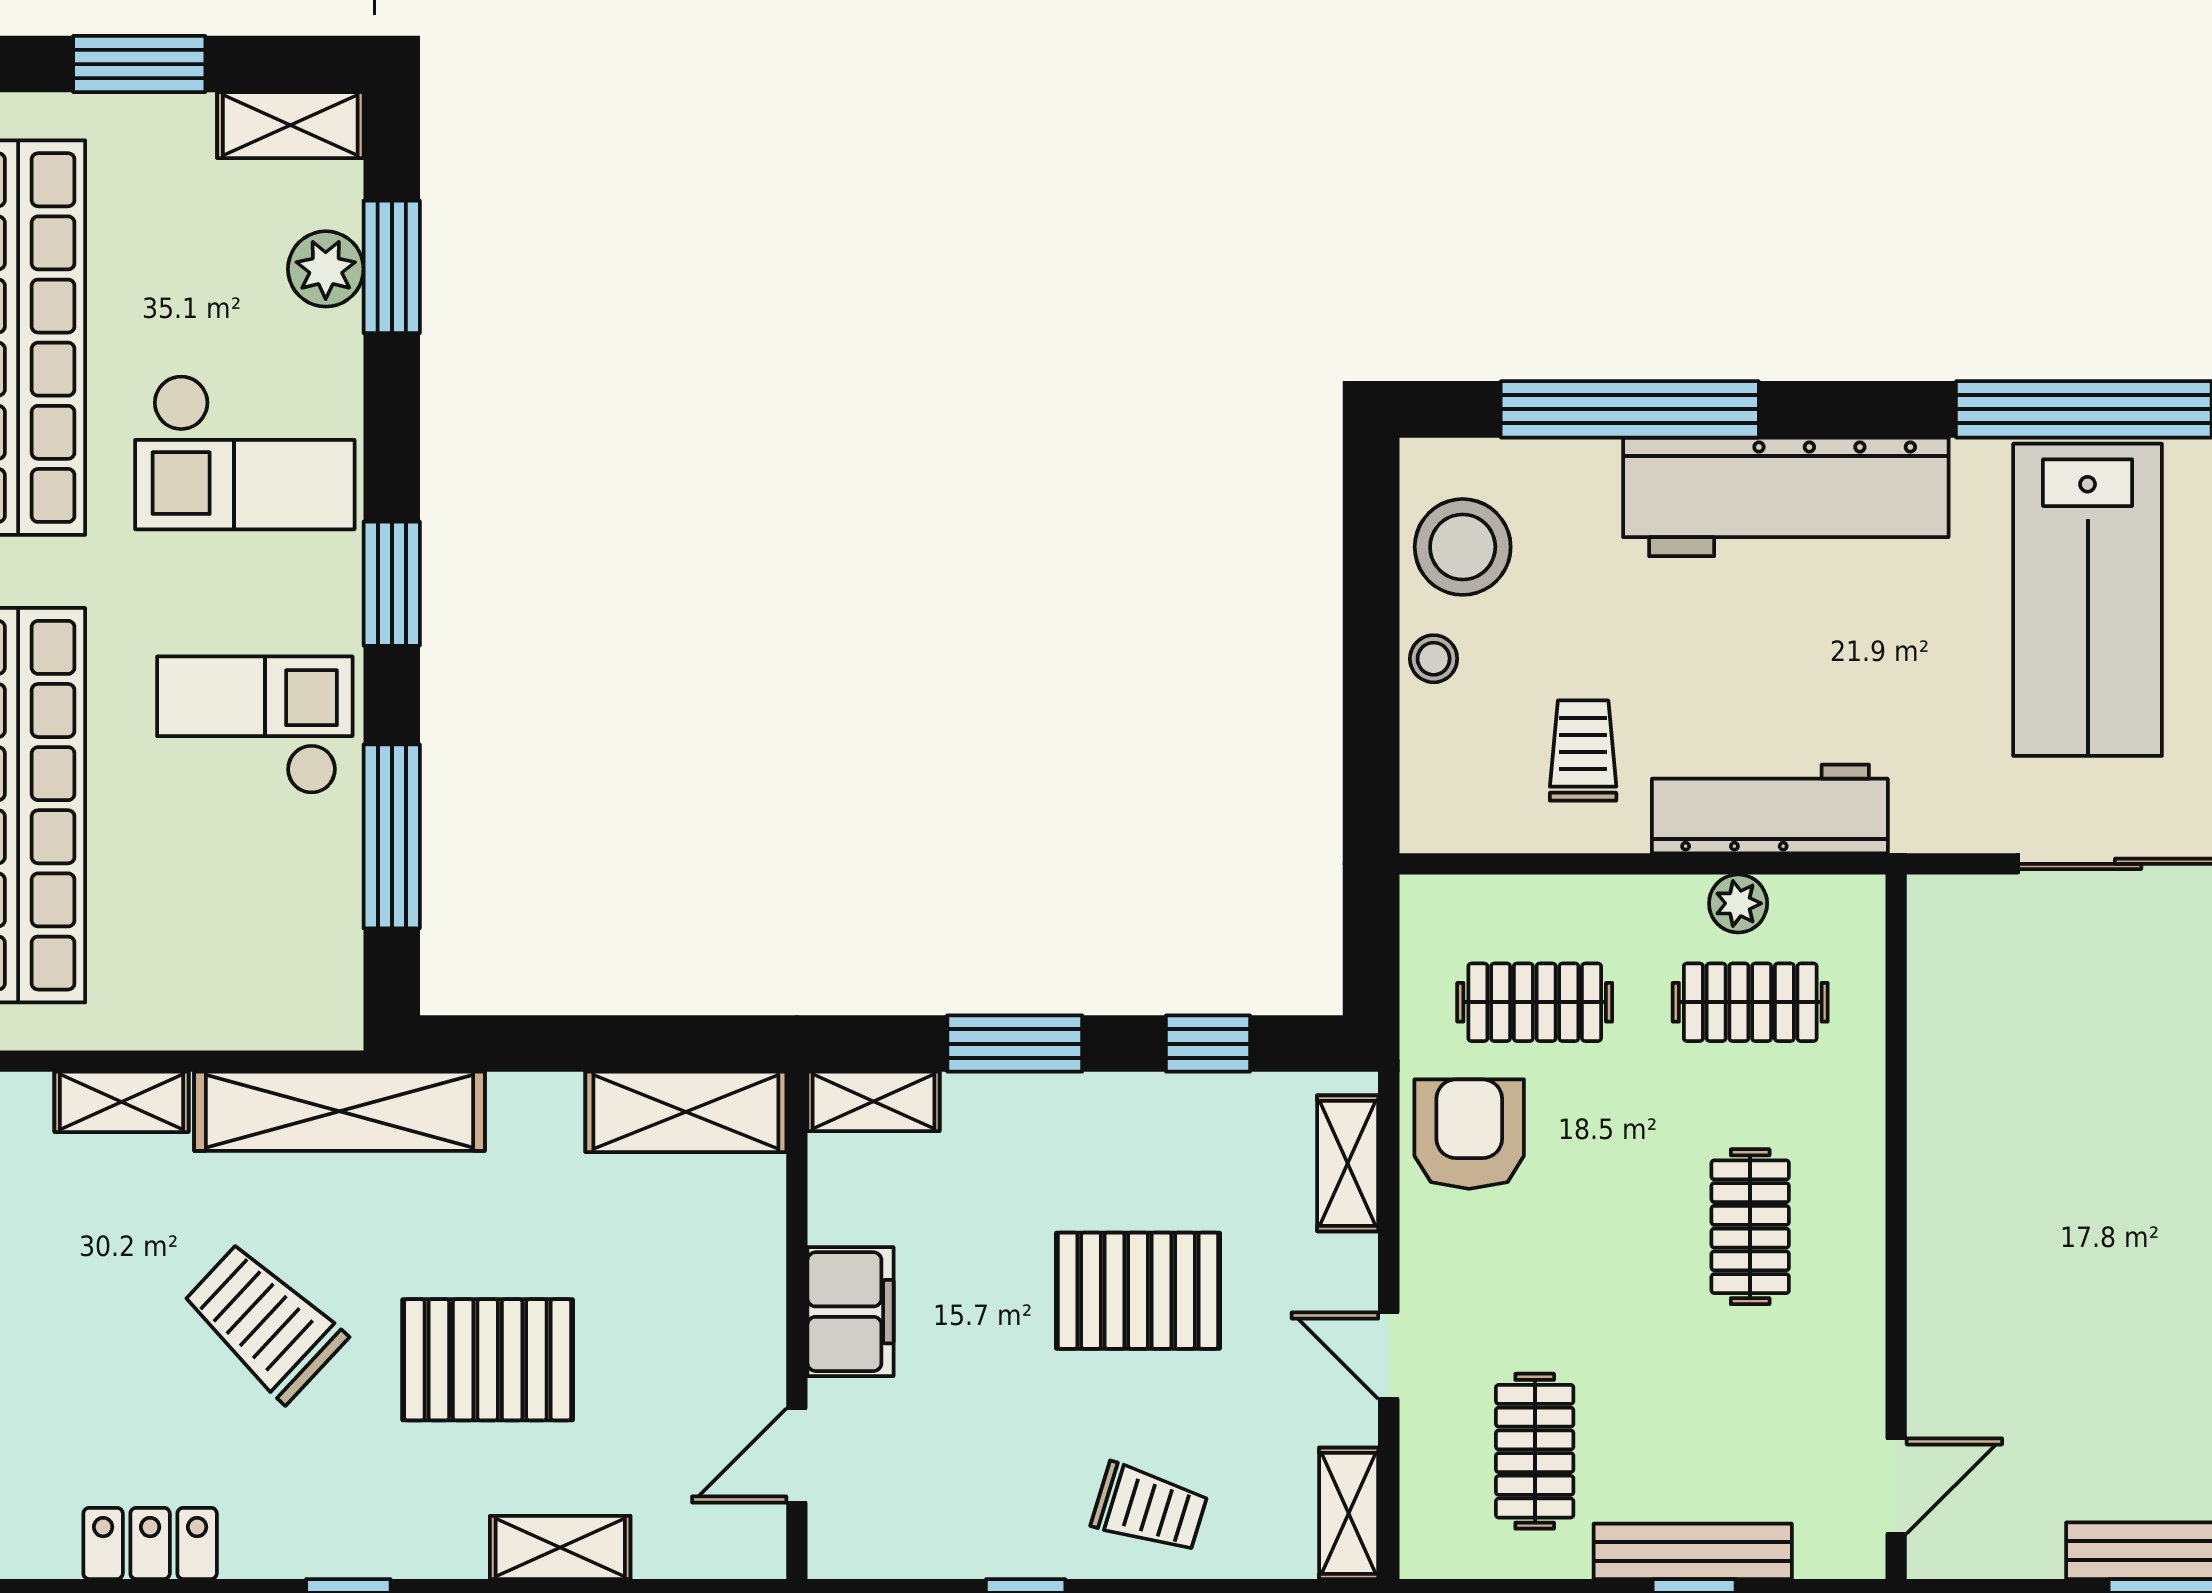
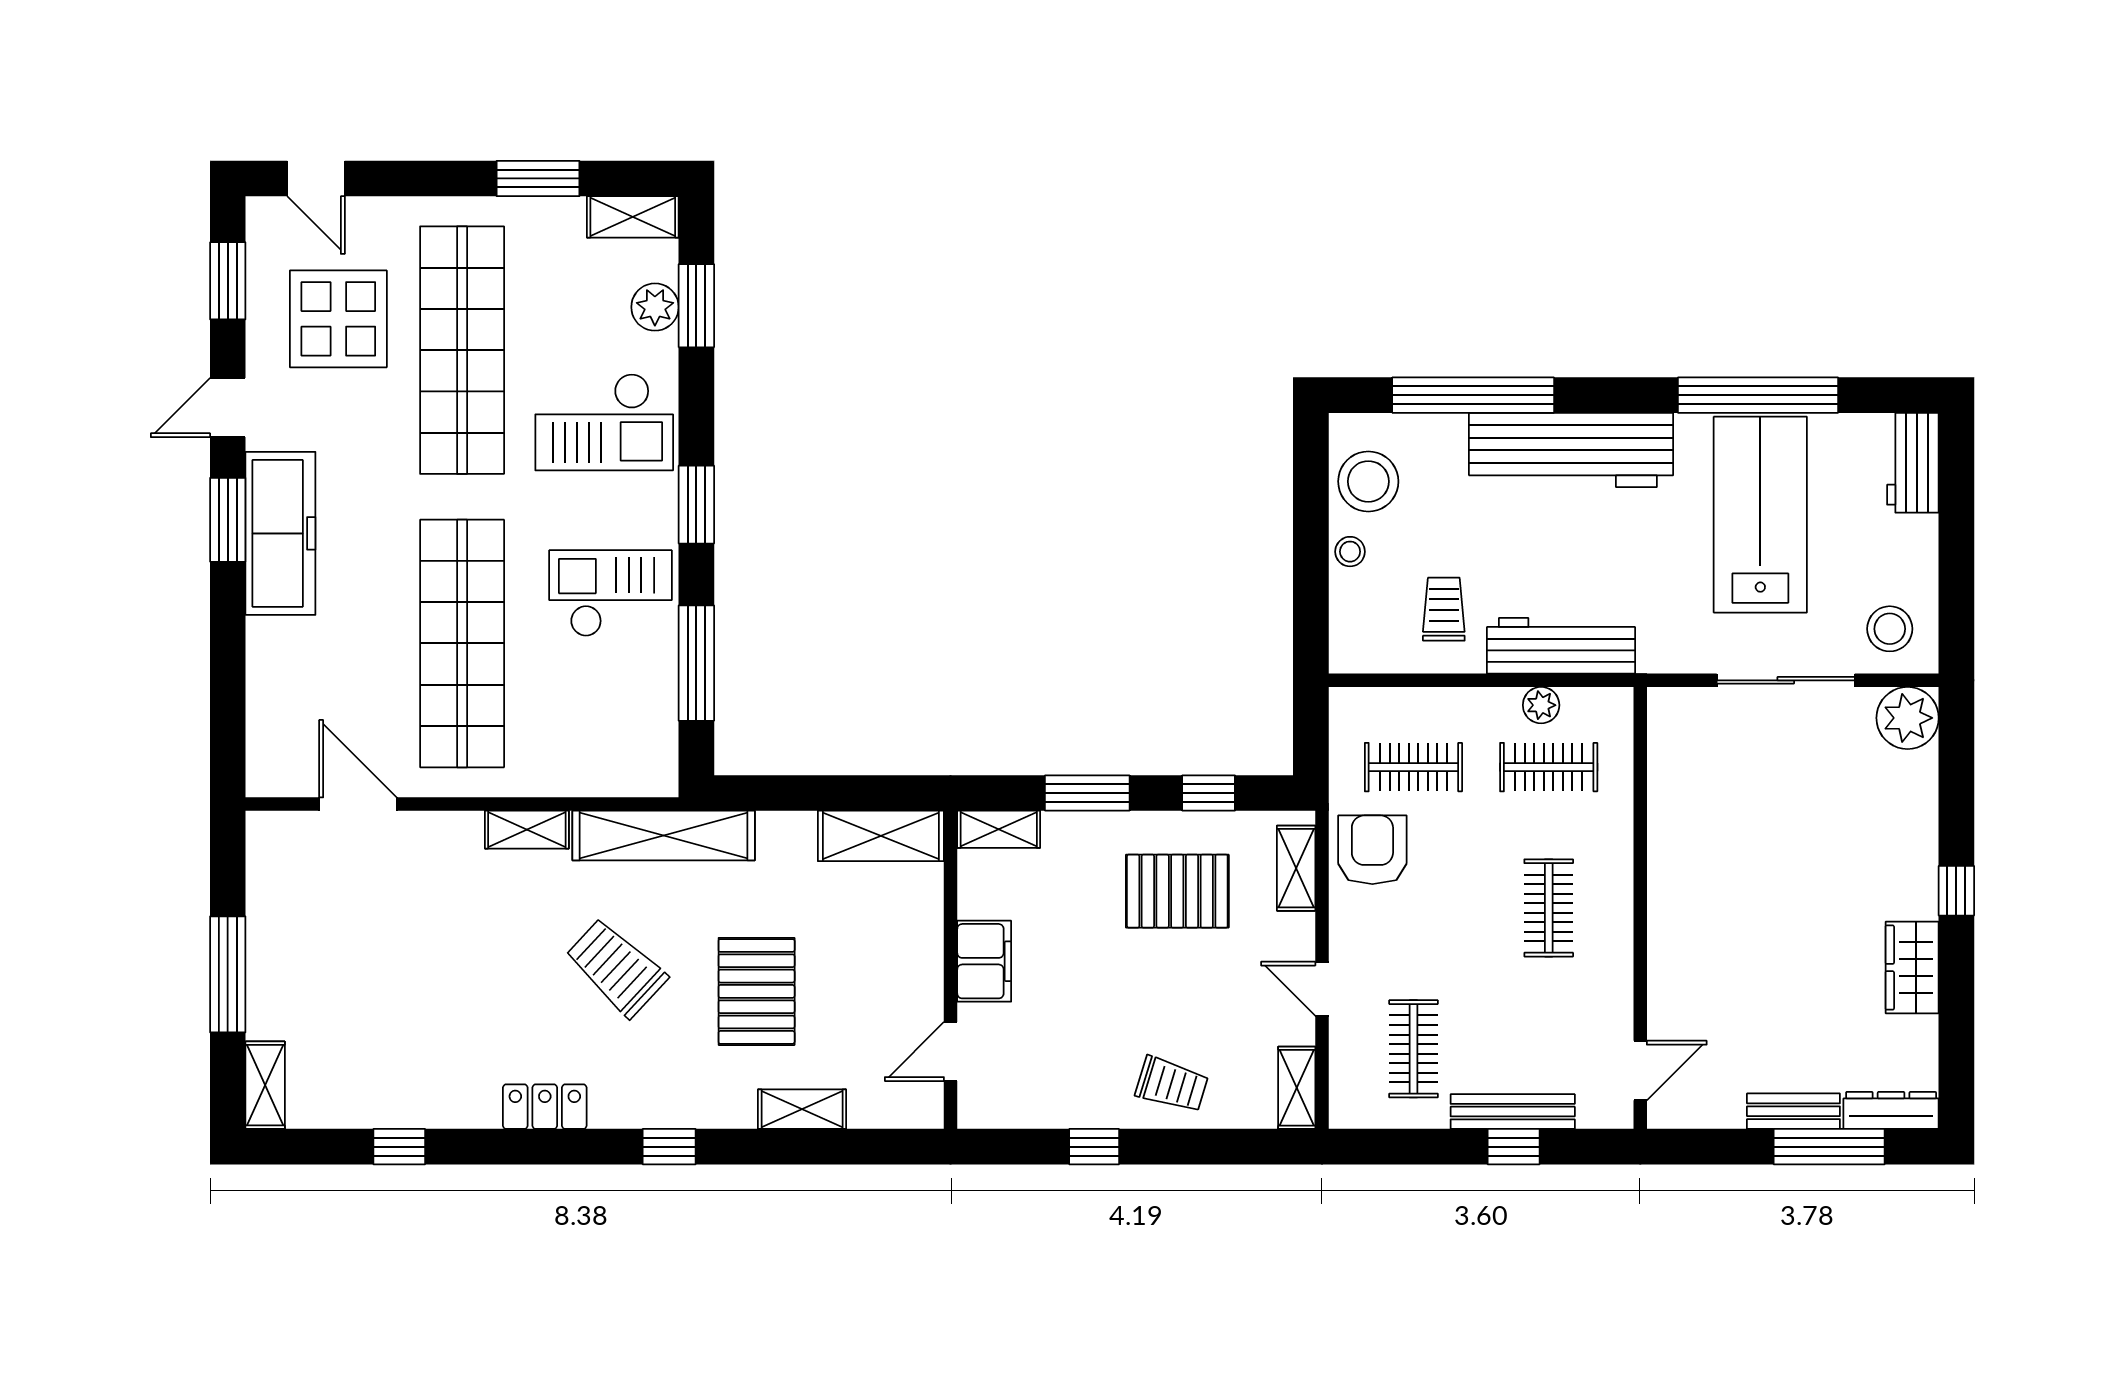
lab bench: (2088, 600) -> (1760, 515), turned 180
pallet: (1138, 1291) -> (1177, 891), moved
pallet: (488, 1360) -> (757, 991), turned 90

